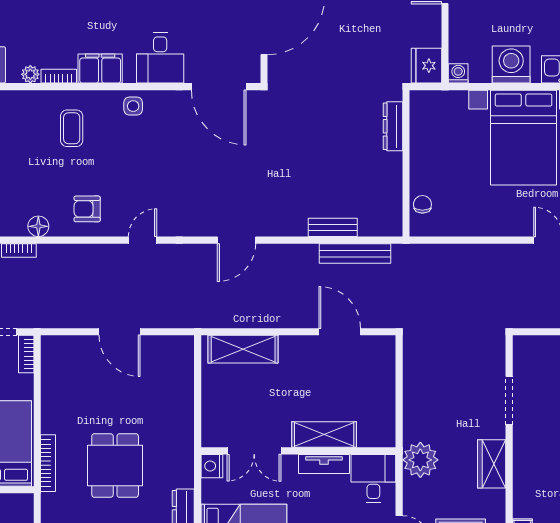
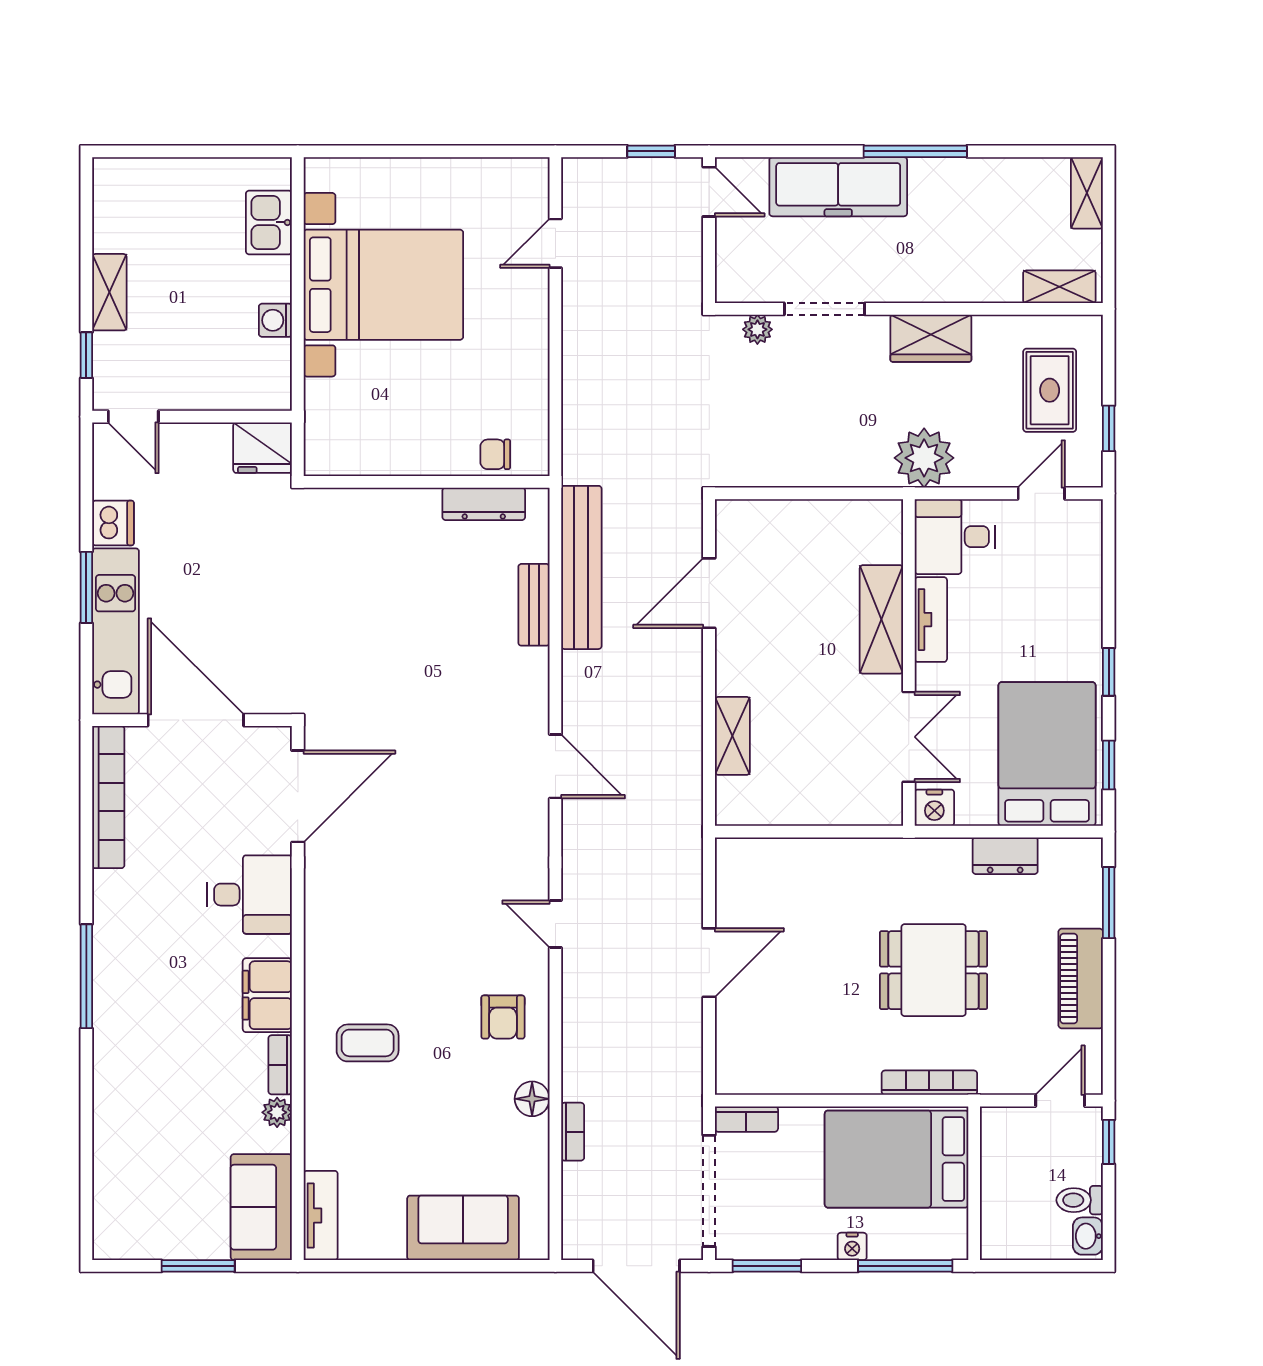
washing machine: (511, 65) -> (275, 320), width x0.53, depth x0.53
washing machine: (458, 73) -> (276, 394), removed
side table: (133, 106) -> (330, 940), removed
dresser: (393, 126) -> (484, 504), moved
bench: (355, 253) -> (581, 567), width x1.37, depth x1.21
shelving: (243, 349) -> (732, 736), width x0.67, depth x0.75
plant: (497, 361) -> (757, 329), added

